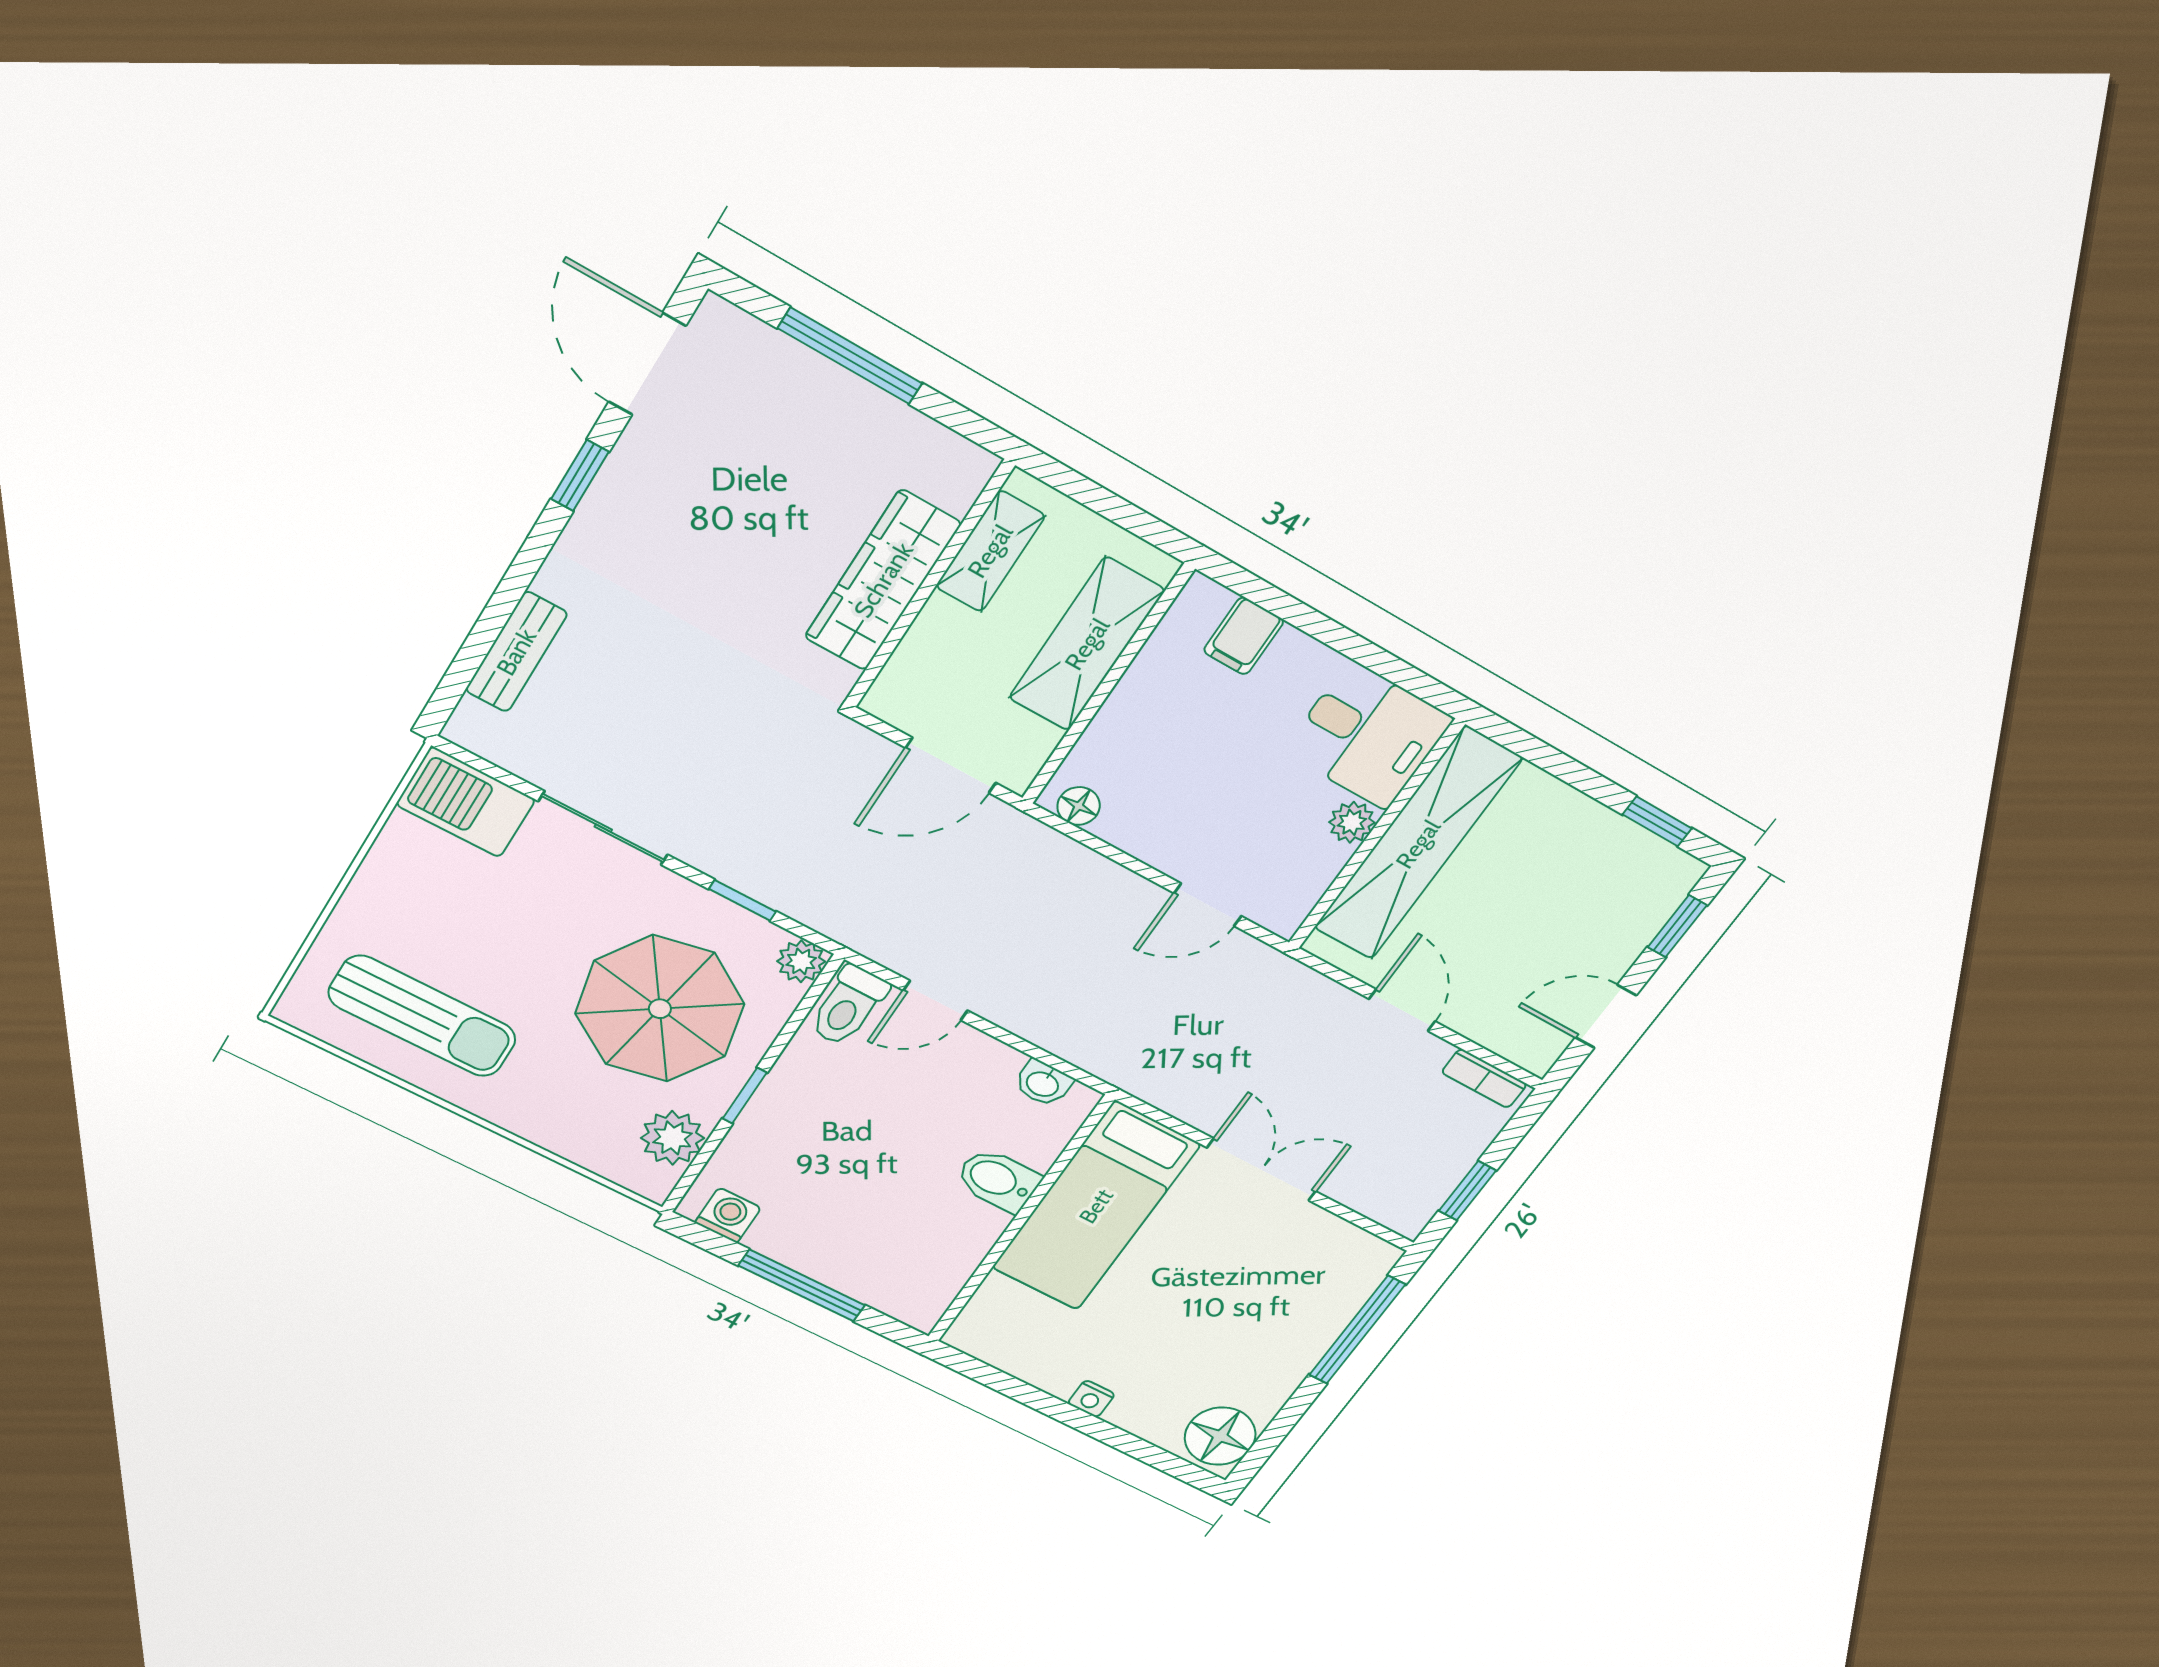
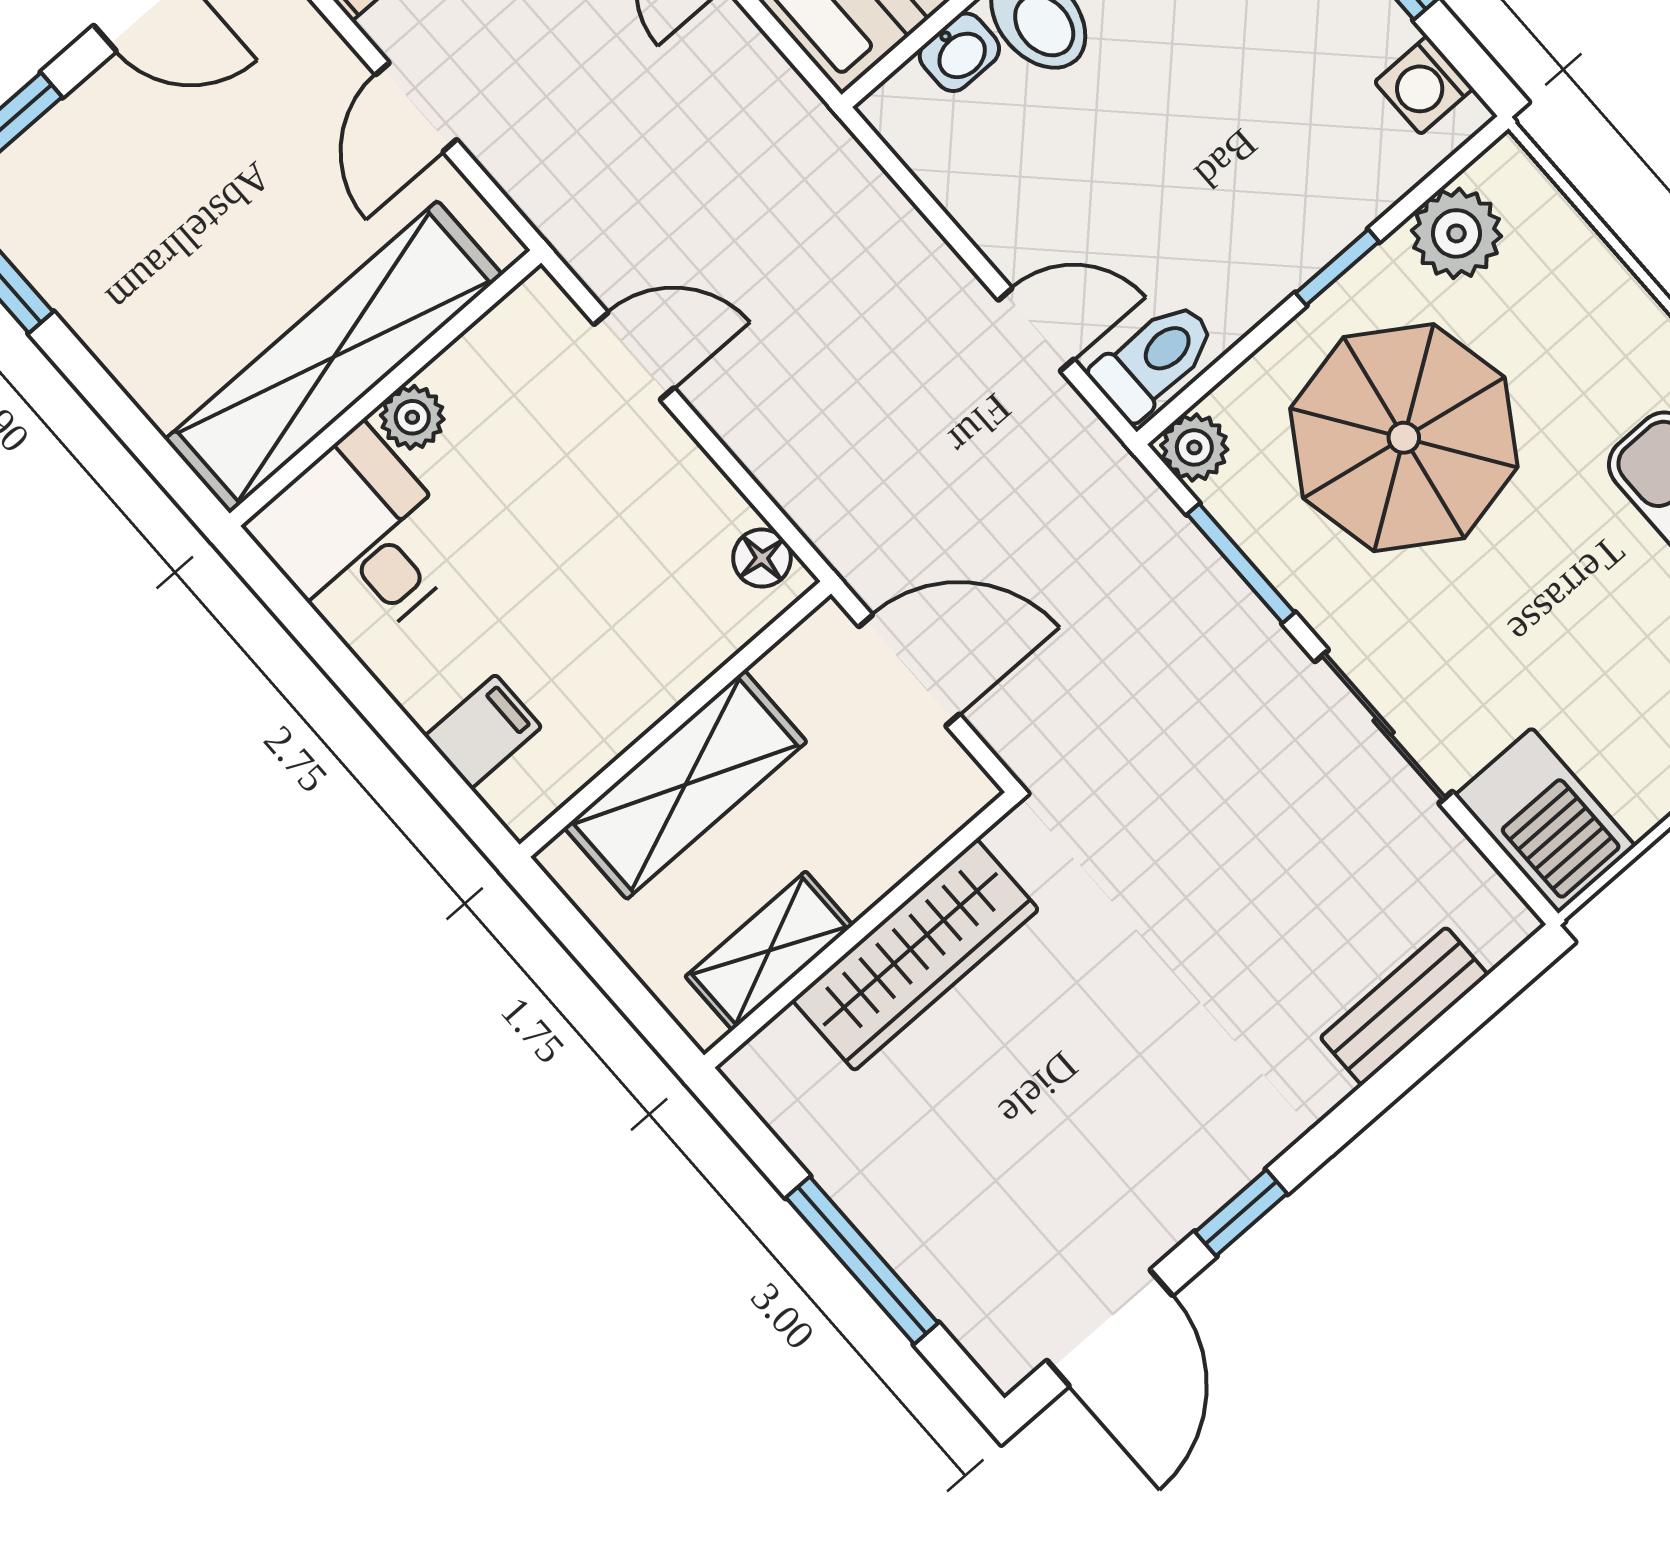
window: (742, 900) -> (1241, 563), width x1.50
washbasin: (1043, 1083) -> (959, 52), moved, turned 90

